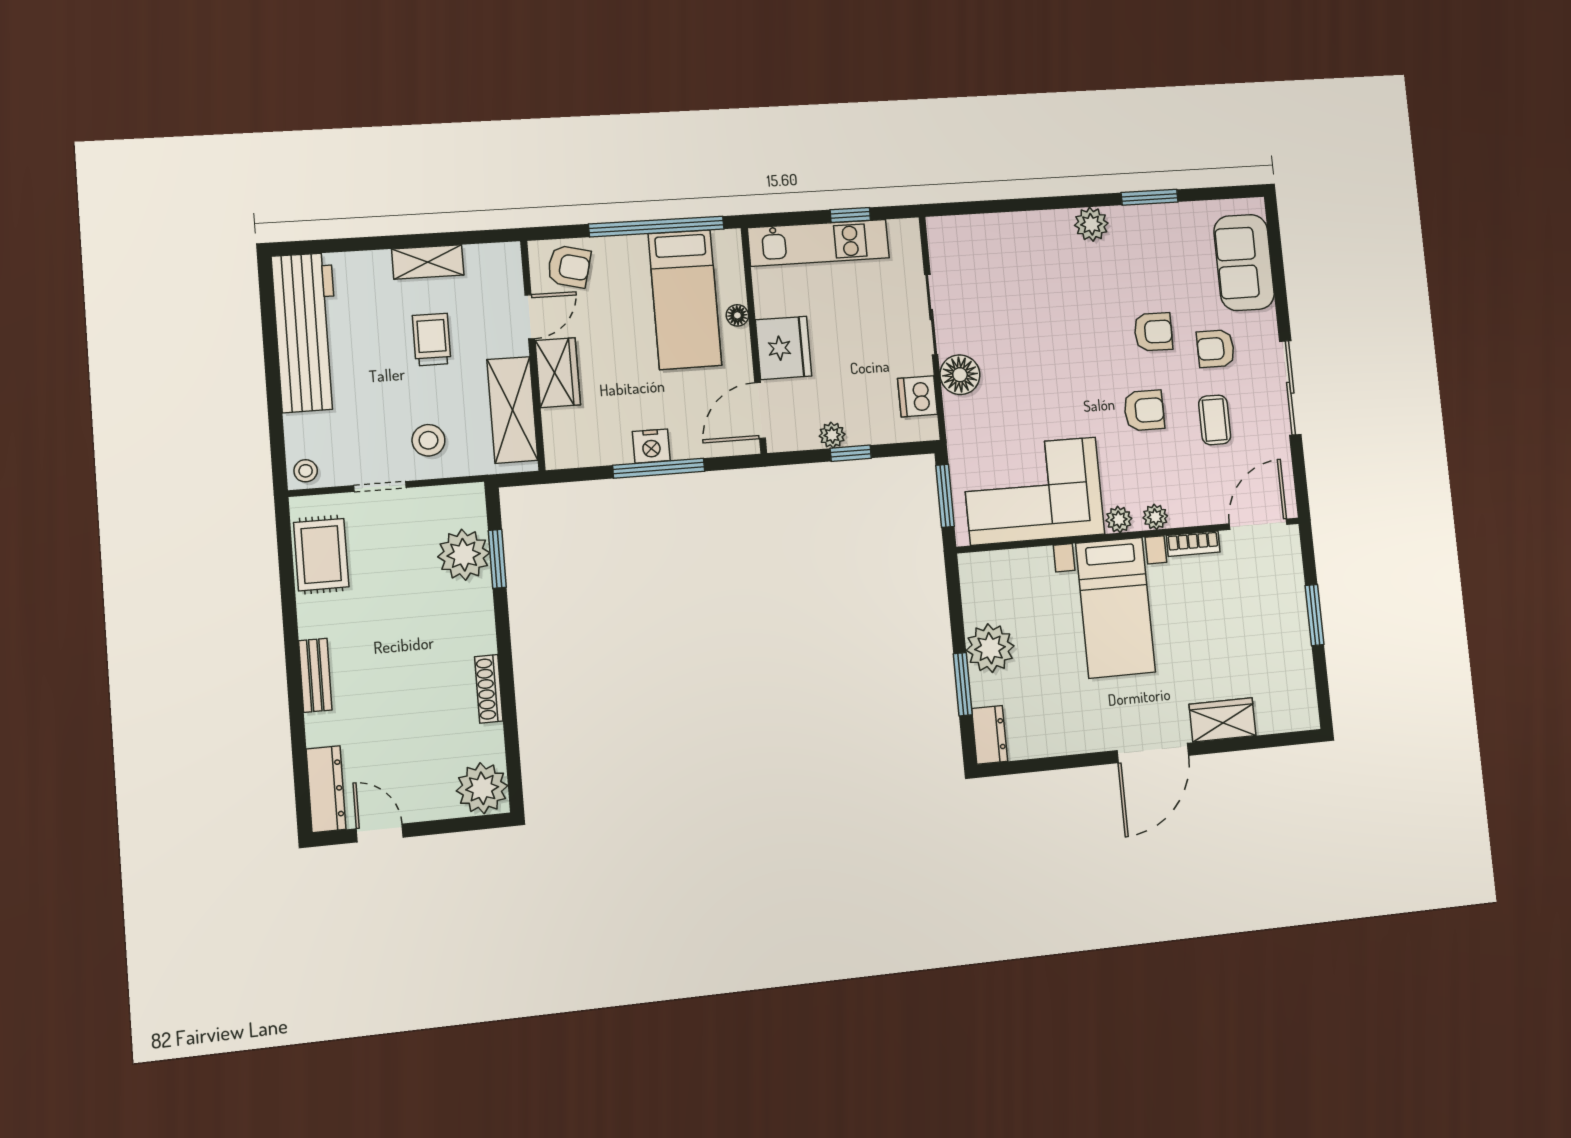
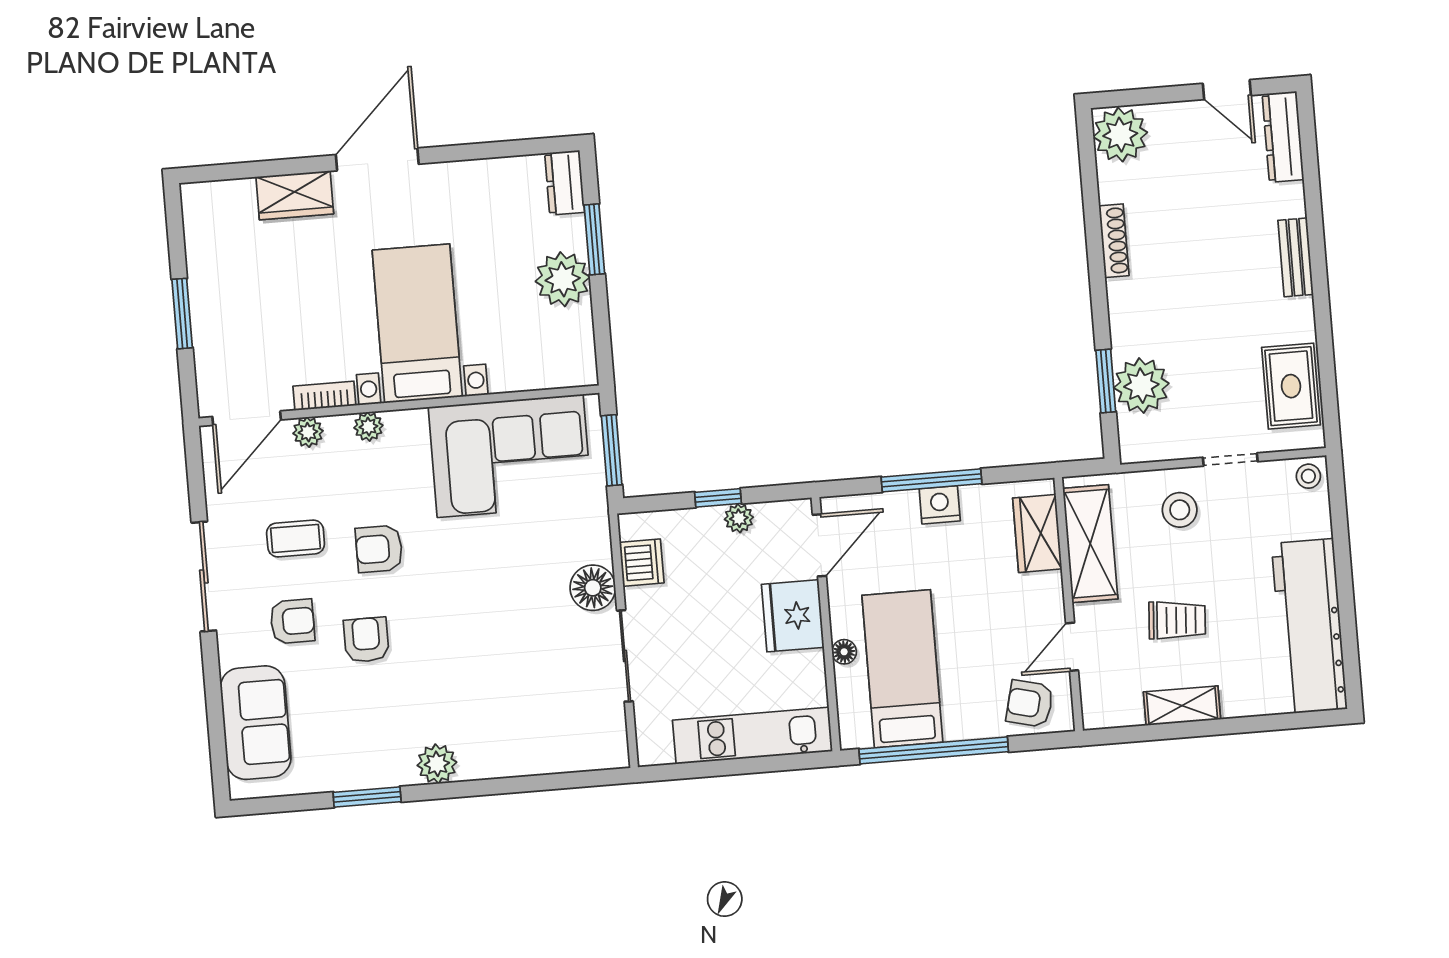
window: (850, 215) -> (716, 768), removed
armchair: (1153, 332) -> (366, 640), turned 89
trolley: (432, 340) -> (1177, 620), turned -86
wardrobe: (558, 373) -> (1037, 534), moved
coffee table: (1215, 420) -> (296, 538), turned 90
plant: (1119, 519) -> (308, 432), moved

